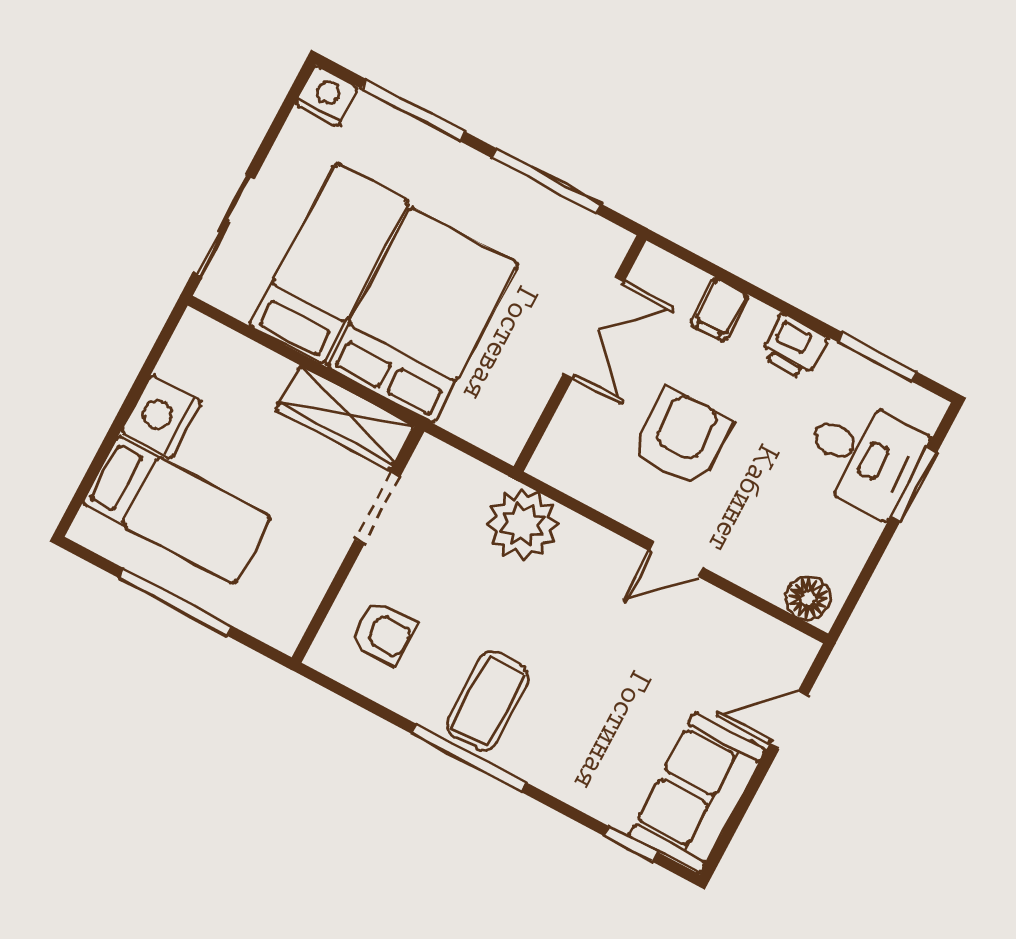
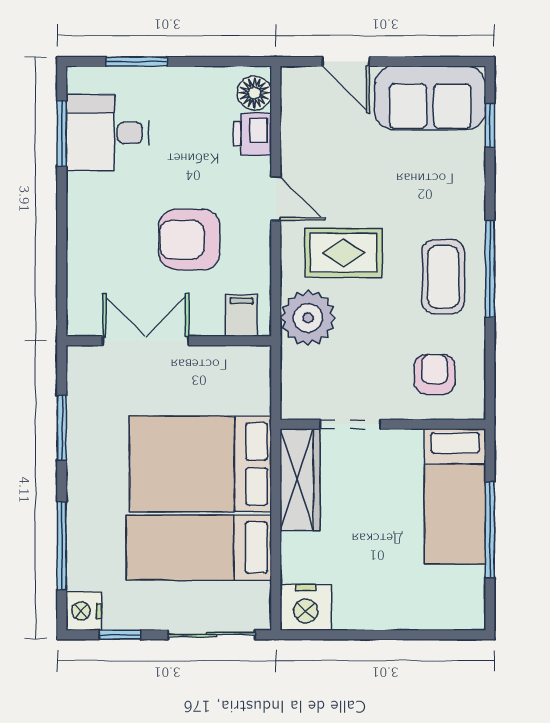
window: (279, 122) -> (120, 635), added
window: (546, 181) -> (62, 428), width x0.69
filing cabinet: (720, 310) -> (241, 315), moved, turned -90
printer: (794, 347) -> (252, 134), moved, turned 180
nightstand: (162, 417) -> (306, 607), moved
desk: (863, 456) -> (108, 133), moved, turned -90
bed: (177, 510) -> (455, 496), moved, turned 180
rug: (575, 603) -> (343, 253), added
coffee table: (488, 701) -> (443, 277), turned 90

